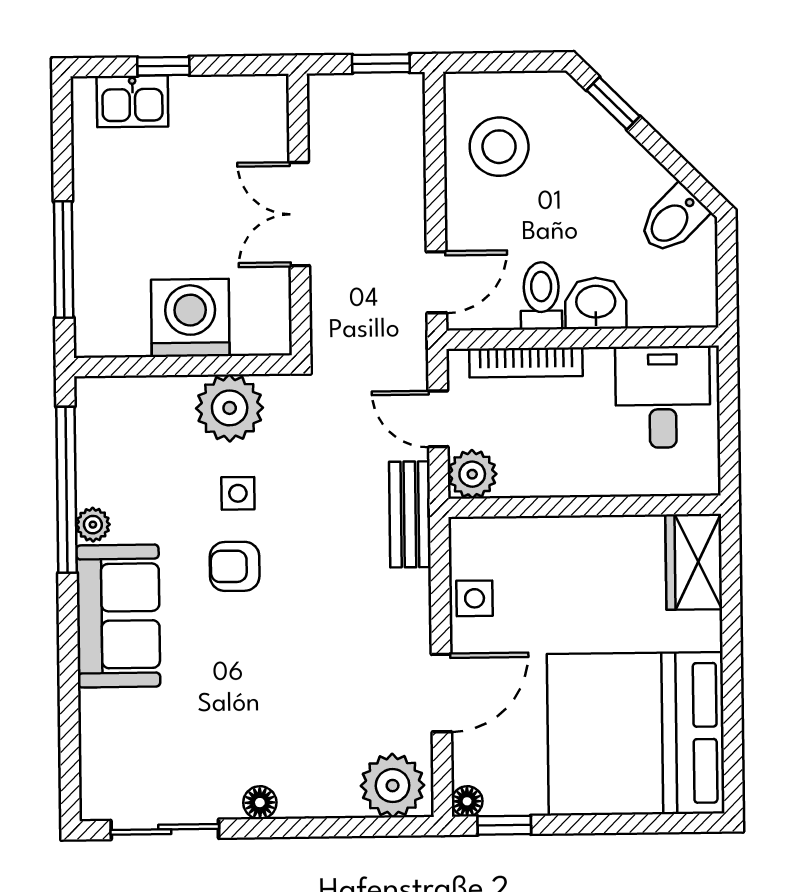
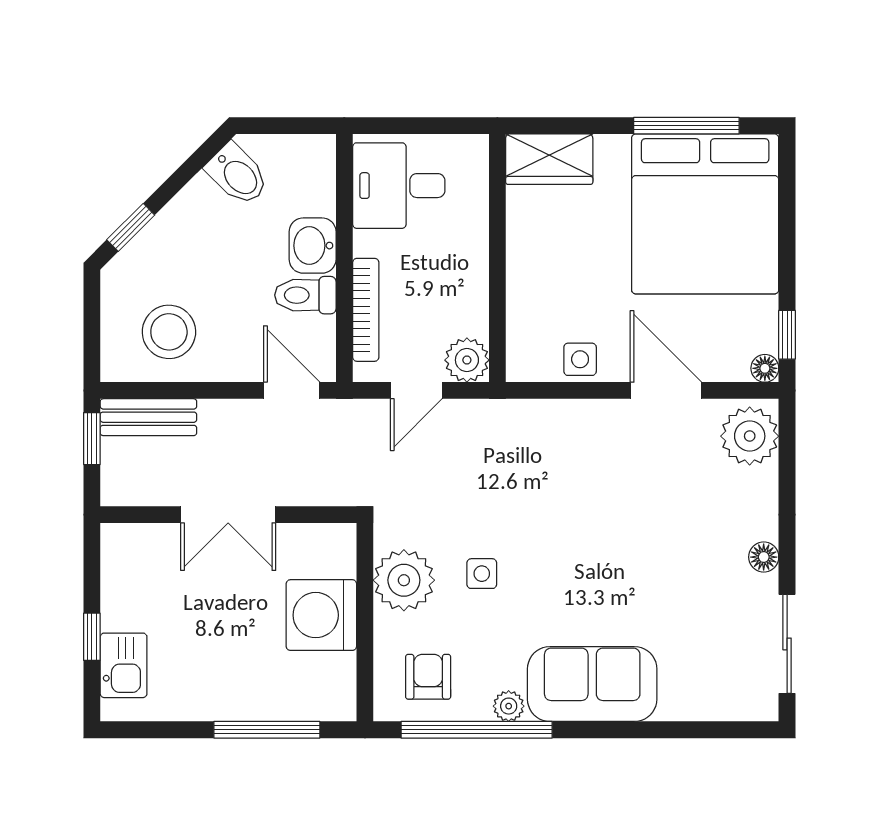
bench: (410, 514) -> (148, 417), moved
armchair: (235, 566) -> (428, 677), moved, turned 180
window: (732, 712) -> (686, 126), added

